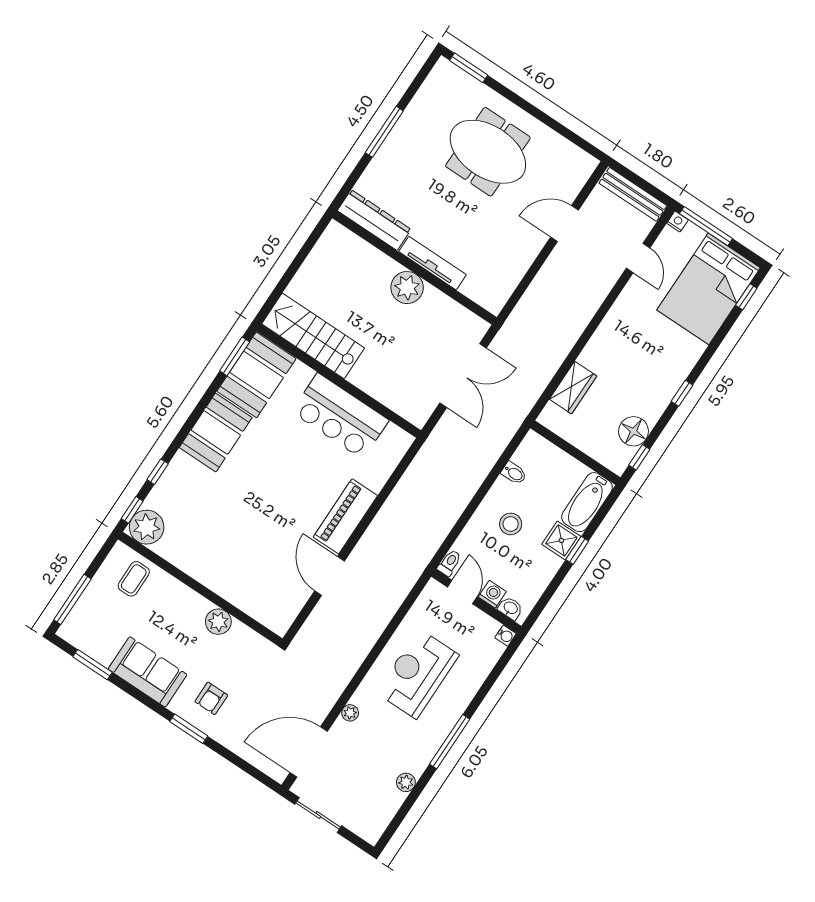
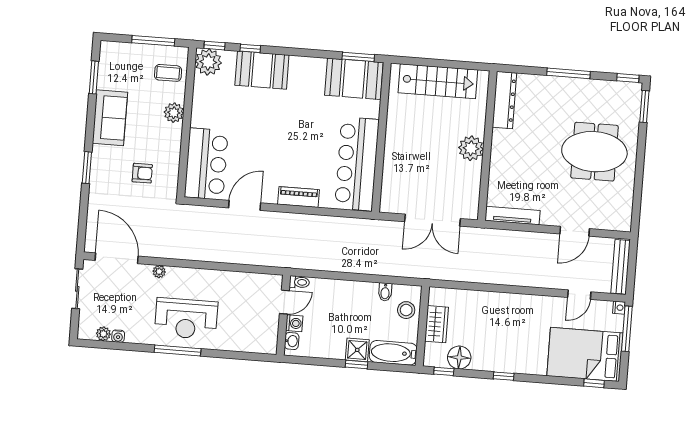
window: (427, 68) -> (628, 78), added
meeting table: (488, 152) -> (594, 152), turned 90
door: (564, 224) -> (575, 231), swing flipped
tv unit: (432, 263) -> (512, 216), moved, turned -90
stairs: (313, 336) -> (438, 81), moved, turned 90
wardrobe: (573, 388) -> (437, 324), moved, turned -90
bar counter: (340, 416) -> (357, 164), width x1.36
booth: (216, 433) -> (262, 70), moved
piano: (345, 516) -> (299, 197), width x0.73, depth x0.75
stool: (511, 524) -> (406, 310), moved
bar counter: (259, 593) -> (206, 164), added
window: (72, 599) -> (153, 41), moved
plant: (218, 622) -> (174, 113), moved
water cooler: (506, 636) -> (118, 336), moved
reception desk: (418, 674) -> (186, 319), moved, turned 180
armchair: (211, 698) -> (142, 173), moved, turned 180
plant: (406, 782) -> (103, 334), moved

